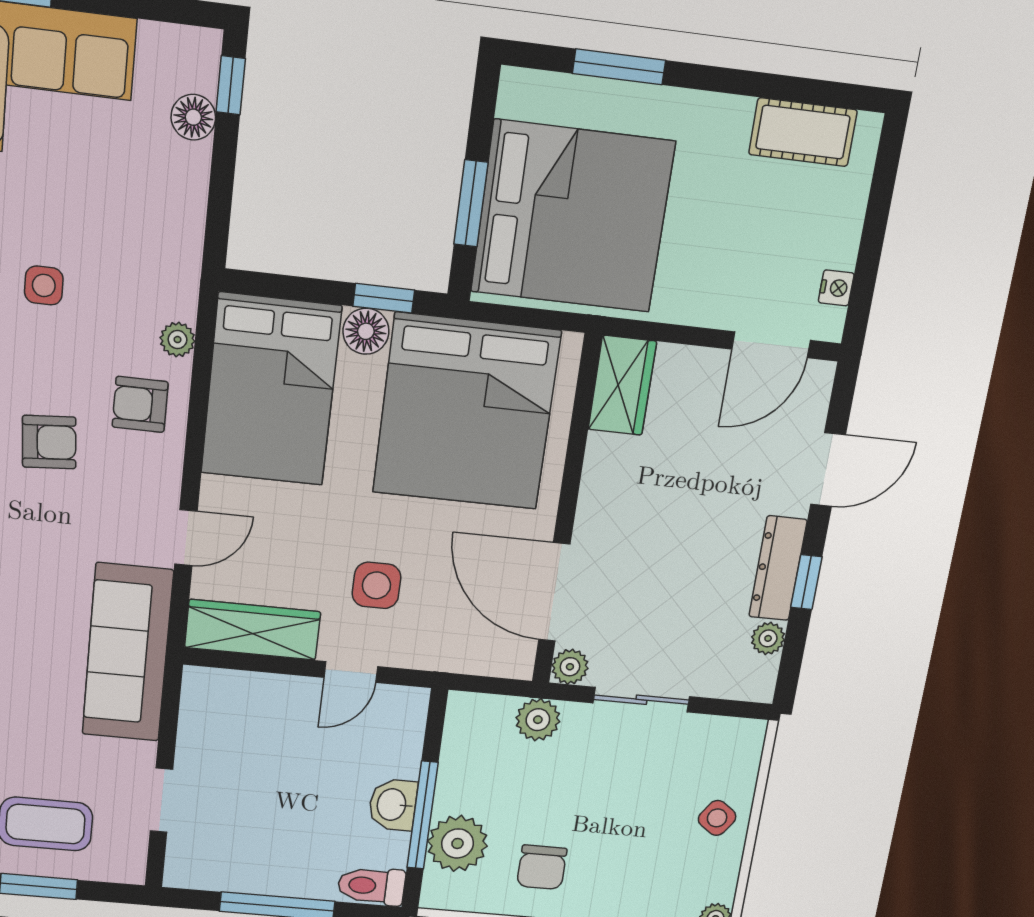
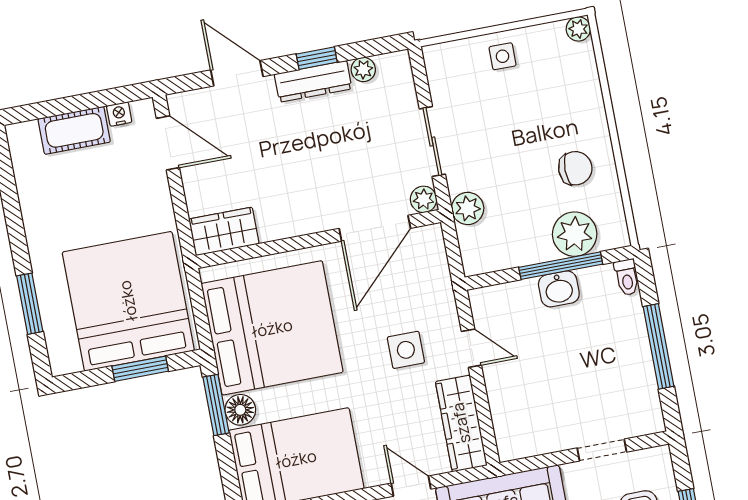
cot: (803, 132) -> (74, 130), moved, turned 90
window: (384, 298) -> (216, 405), width x1.50
side table: (717, 818) -> (503, 56), turned -35
toilet: (371, 886) -> (627, 277), width x0.73, depth x0.72

